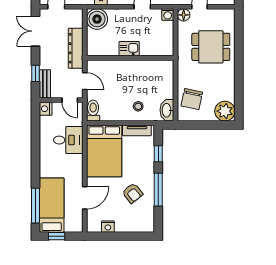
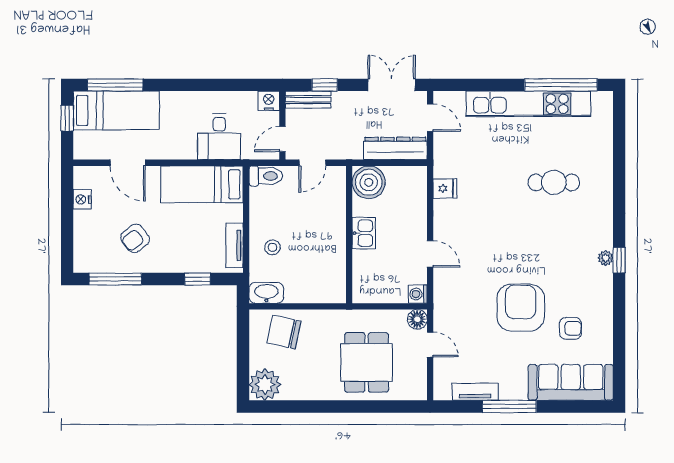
boiler: (97, 19) -> (369, 182), moved
dresser: (76, 48) -> (395, 148), moved
bed: (104, 151) -> (202, 184), width x0.67
window: (158, 190) -> (115, 279), moved

